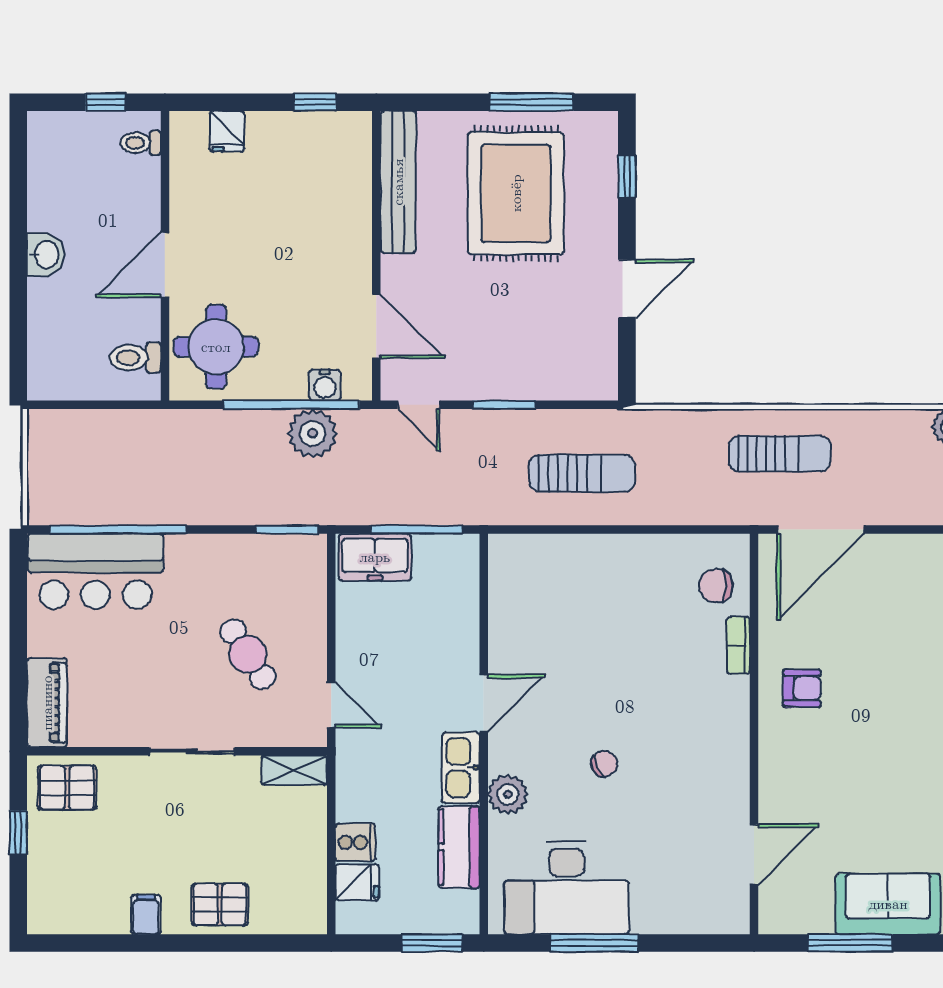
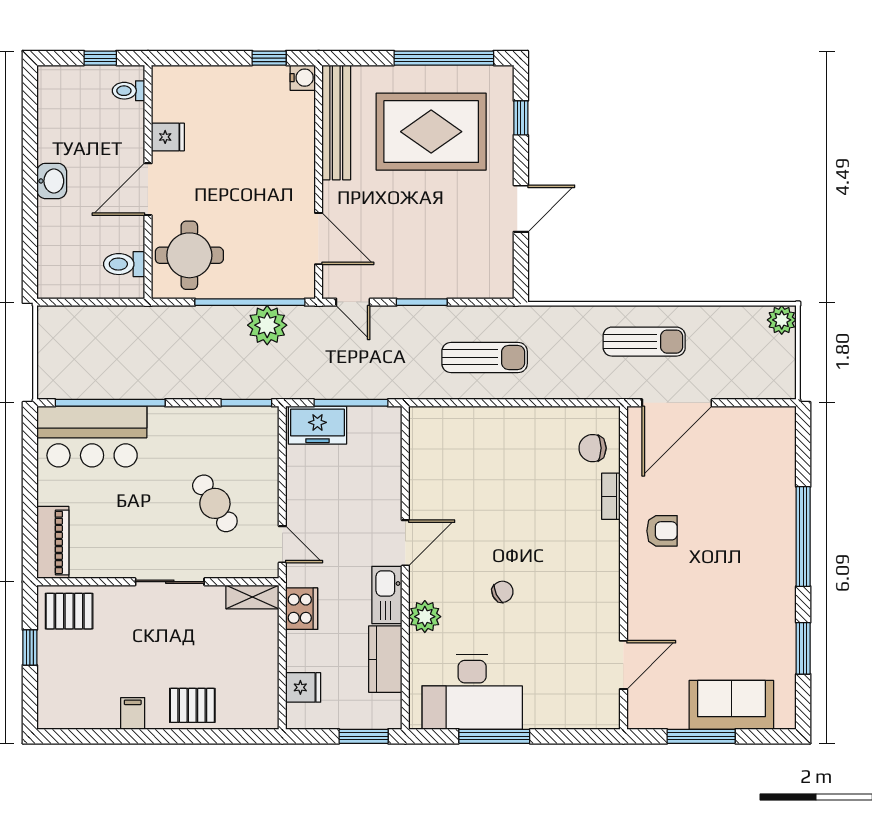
window: (531, 102) -> (444, 58), width x1.46
fridge: (227, 131) -> (168, 137), moved, turned -90
rug: (516, 193) -> (431, 132), turned 90
water cooler: (325, 385) -> (303, 78), moved, turned -90
cooker: (355, 842) -> (302, 609), moved, width x1.36

